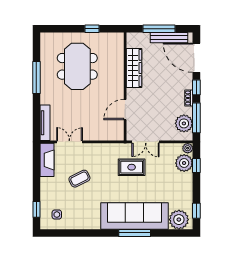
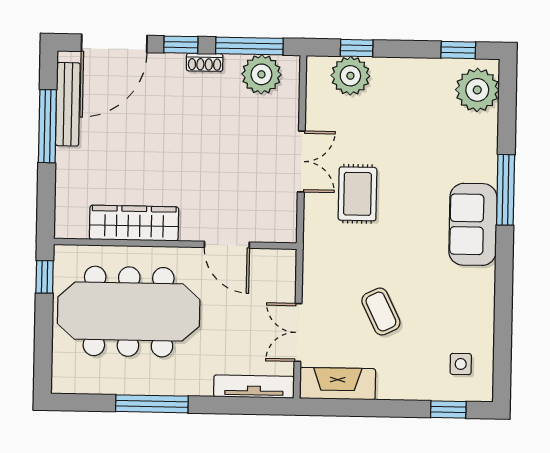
meeting table: (77, 66) -> (129, 312), width x1.36
wardrobe: (134, 68) -> (134, 223), moved
wall: (125, 87) -> (175, 244), moved
door: (125, 110) -> (227, 245), moved
plant: (188, 148) -> (317, 67), removed
sofa: (134, 216) -> (473, 224), width x0.54, depth x0.79

